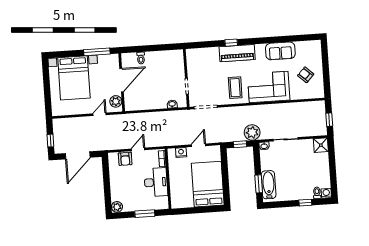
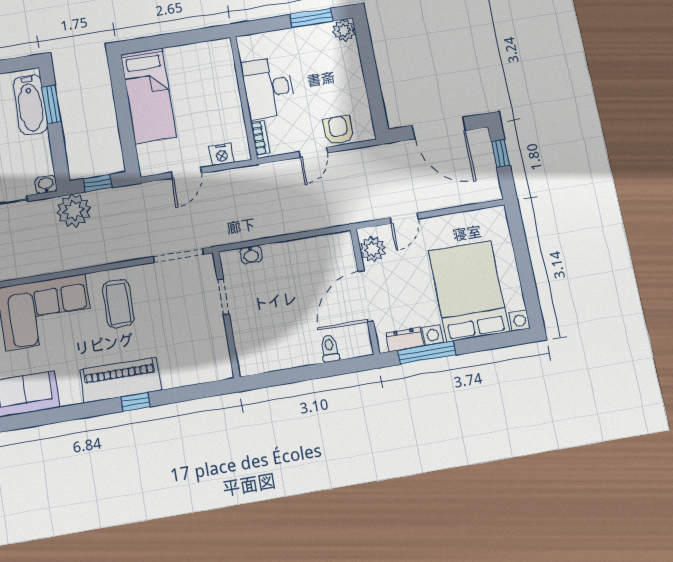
dresser: (106, 59) -> (405, 339), added
door: (78, 155) -> (439, 128), swing flipped
bed: (208, 184) -> (148, 96), width x0.67
window: (145, 214) -> (311, 18), moved

